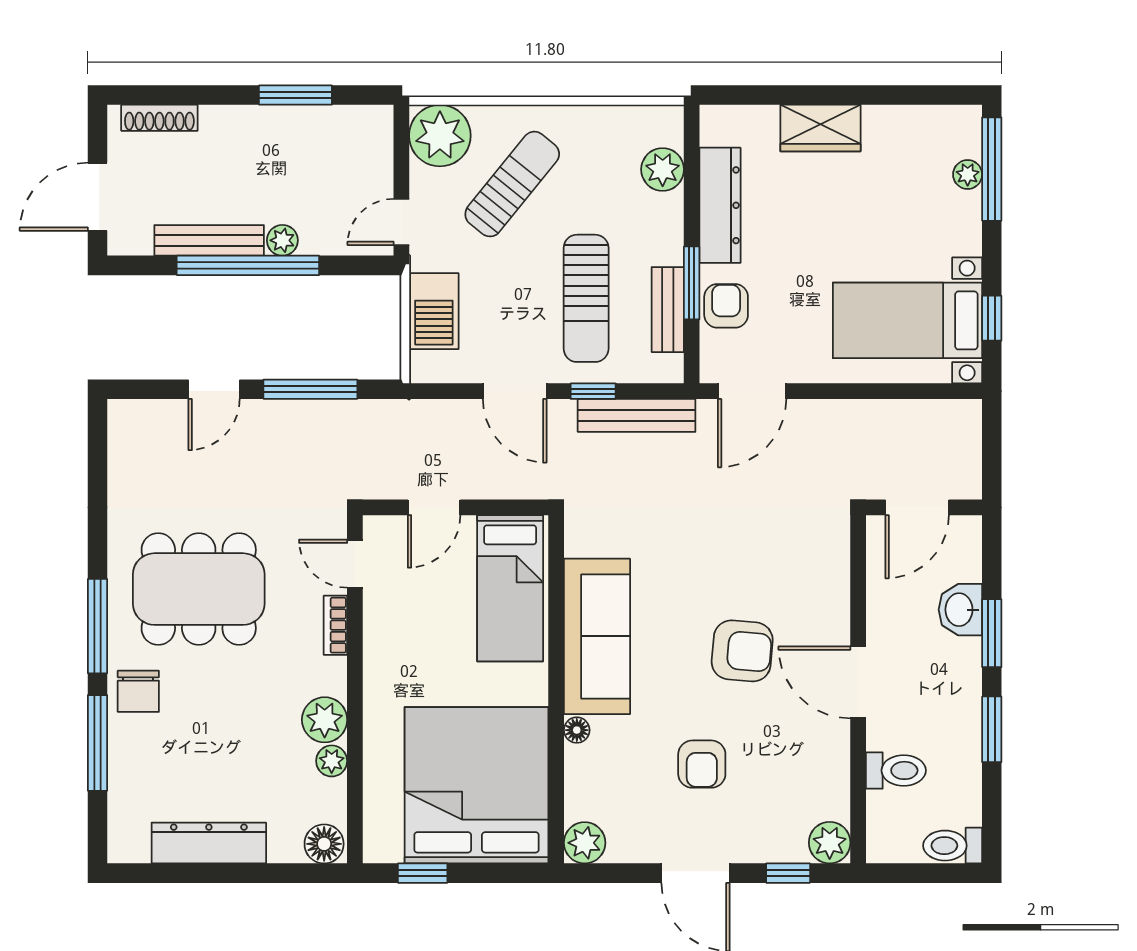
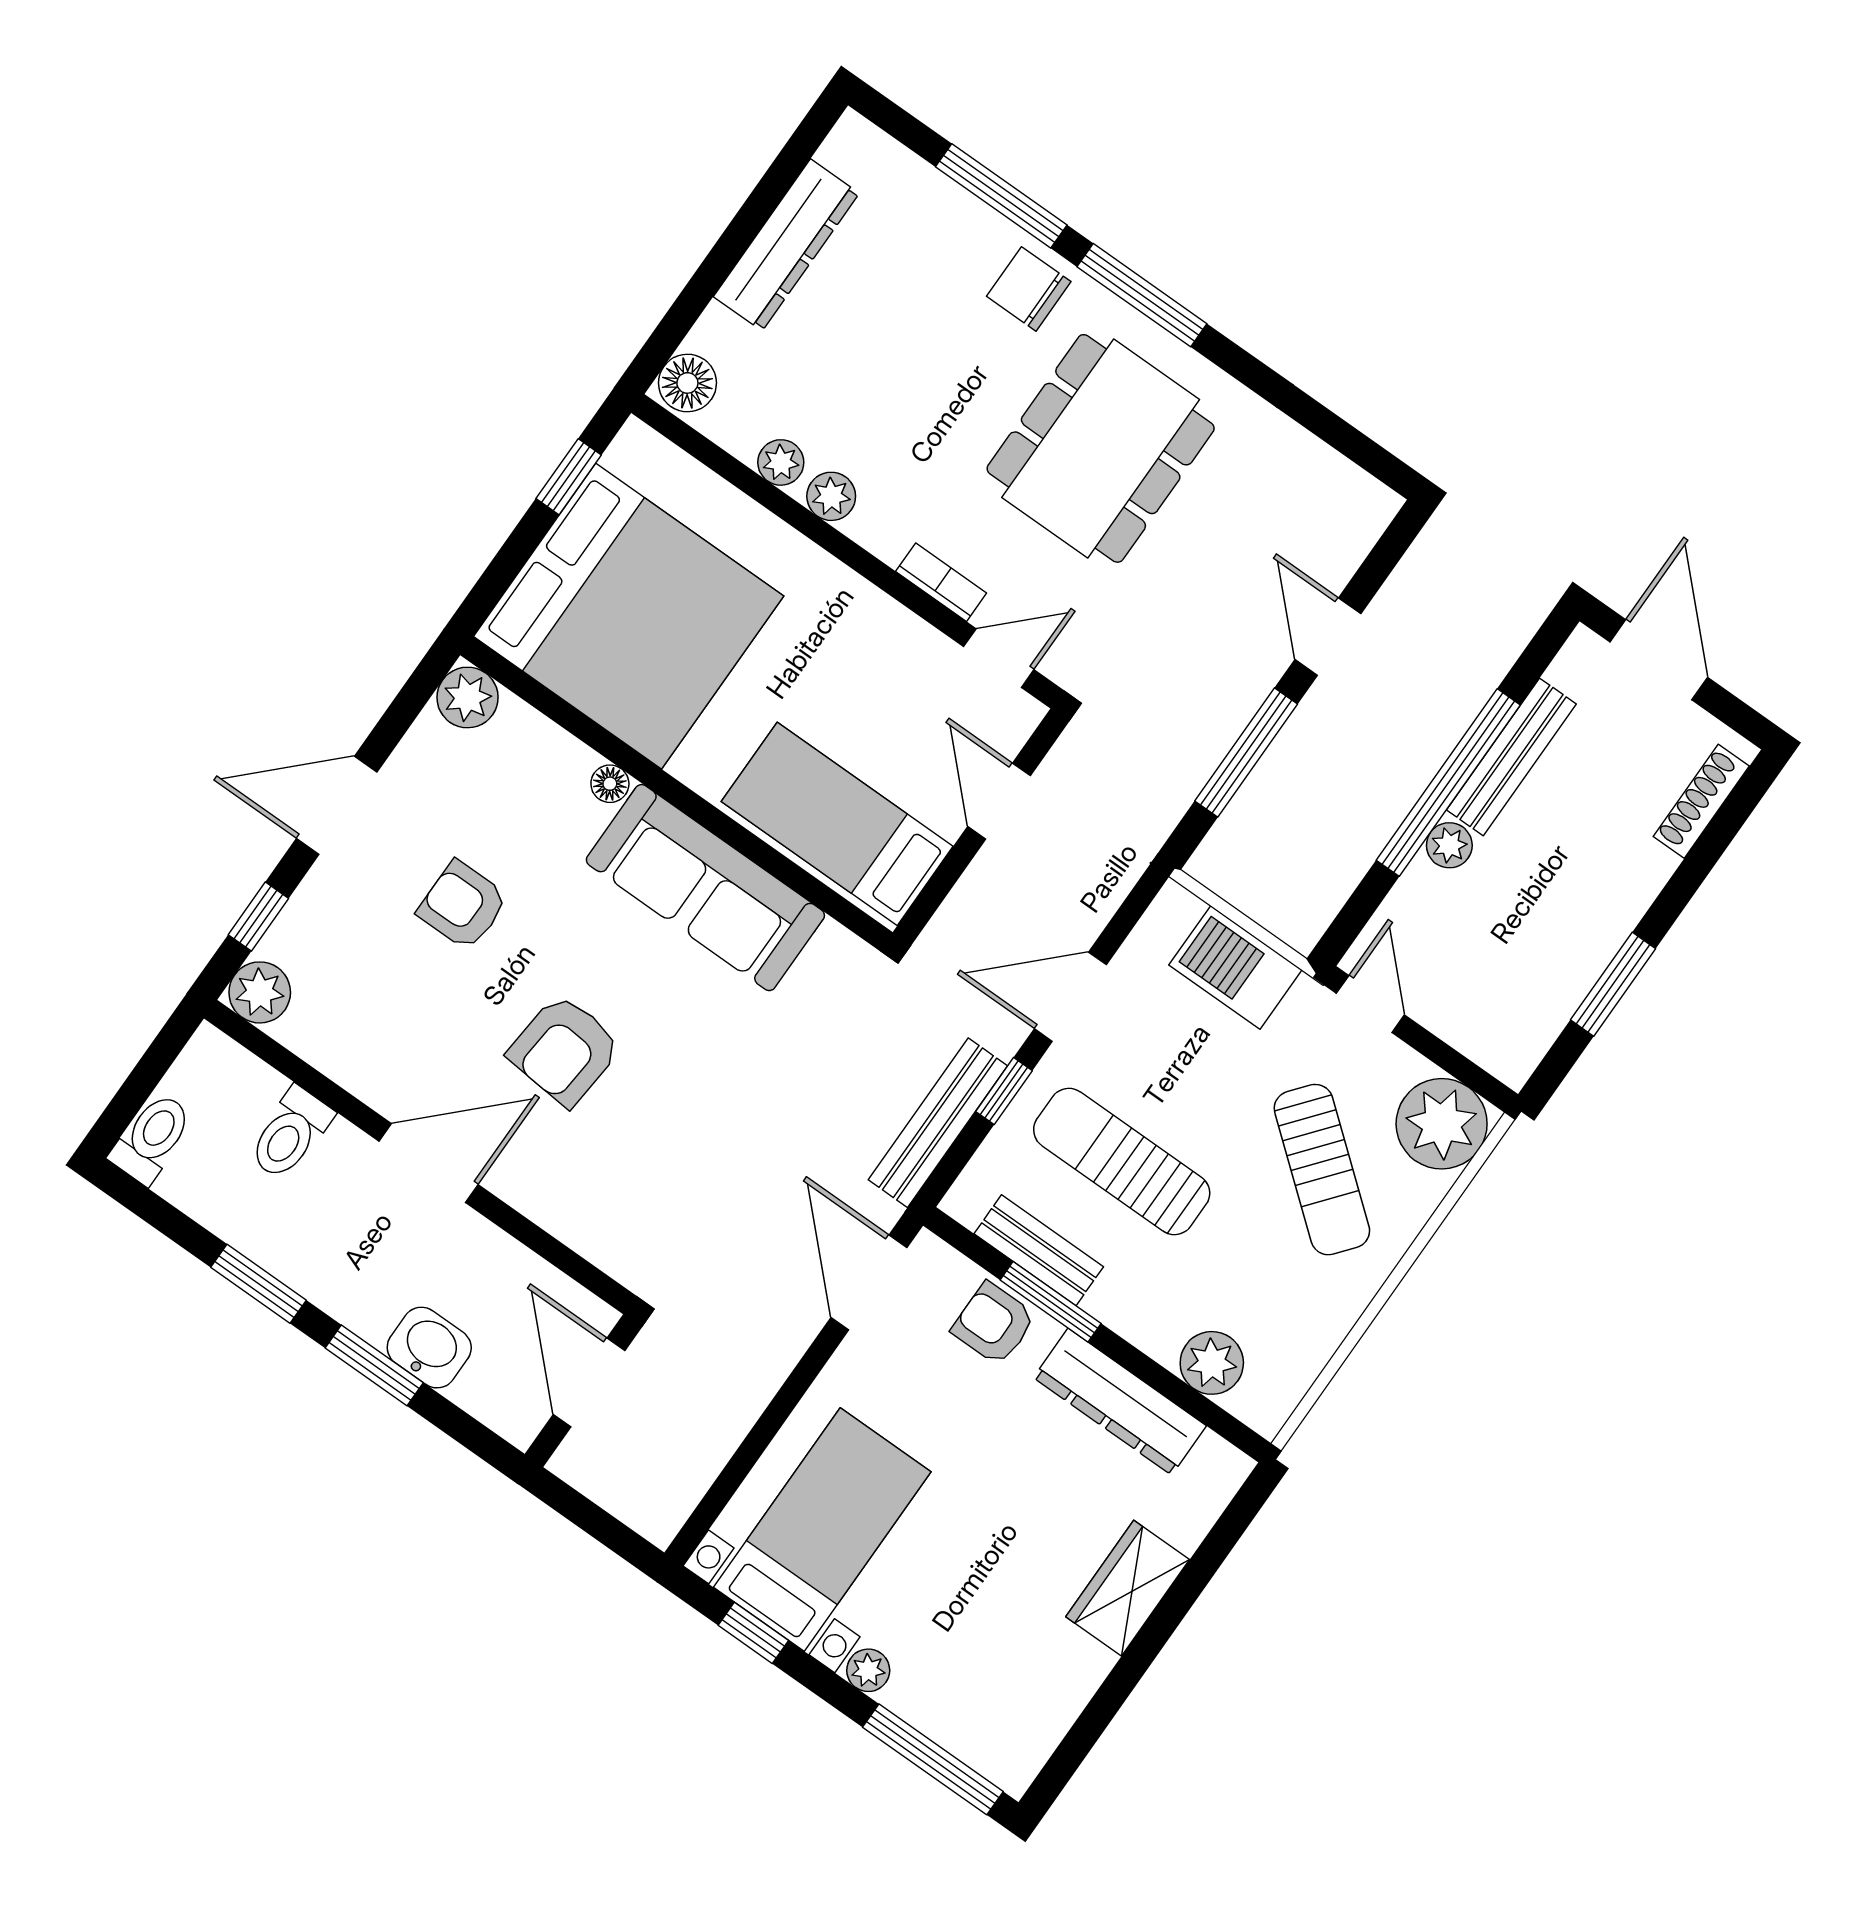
plant: (968, 175) -> (868, 1670), moved
armchair: (726, 306) -> (994, 1324), turned 180
plant: (325, 720) -> (831, 496), width x0.73, depth x0.73

